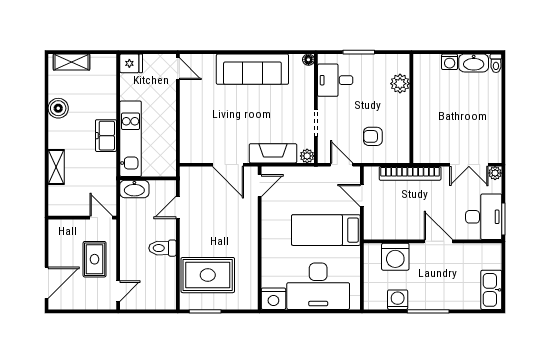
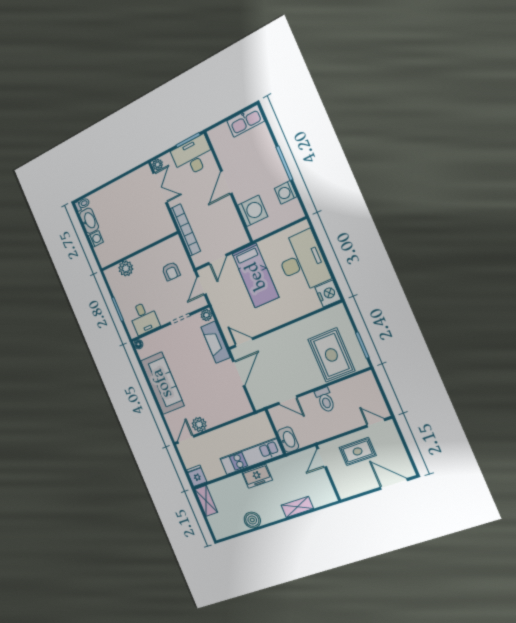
shelving: (72, 62) -> (206, 501), moved
plant: (189, 93) -> (199, 425), added

